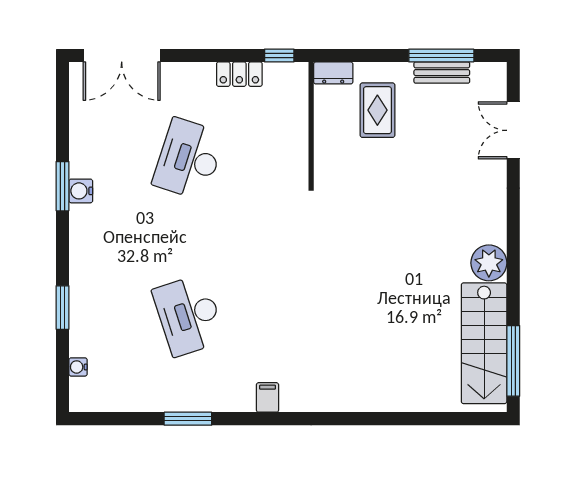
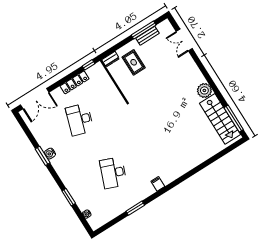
locker: (239, 74) -> (74, 82), width x1.53
desk: (189, 315) -> (113, 173), turned 39

